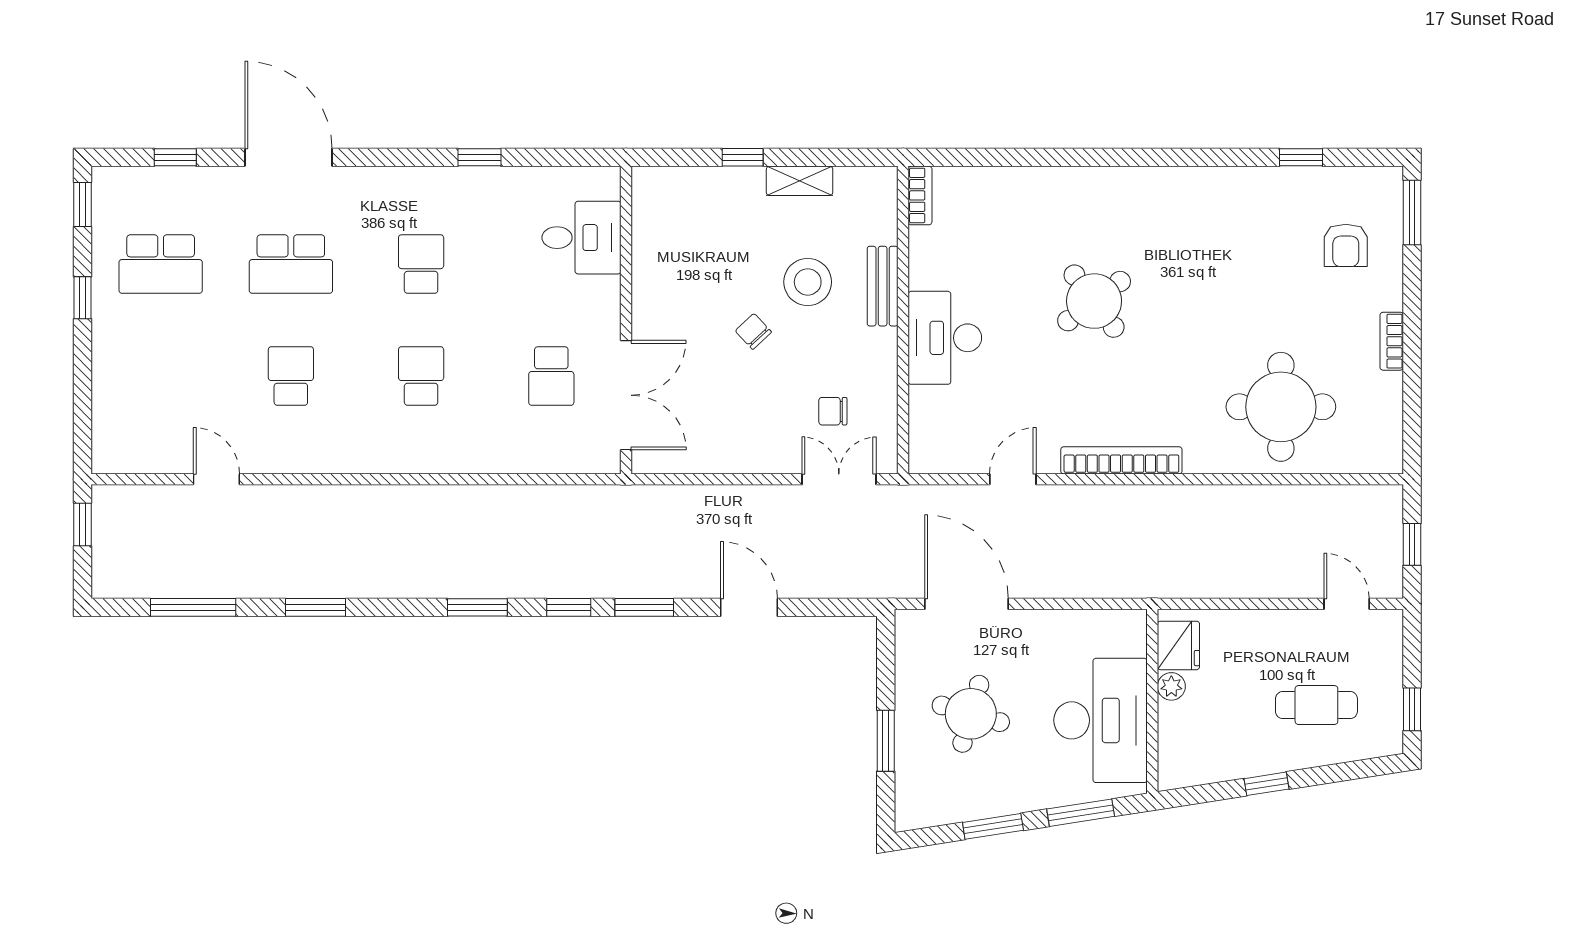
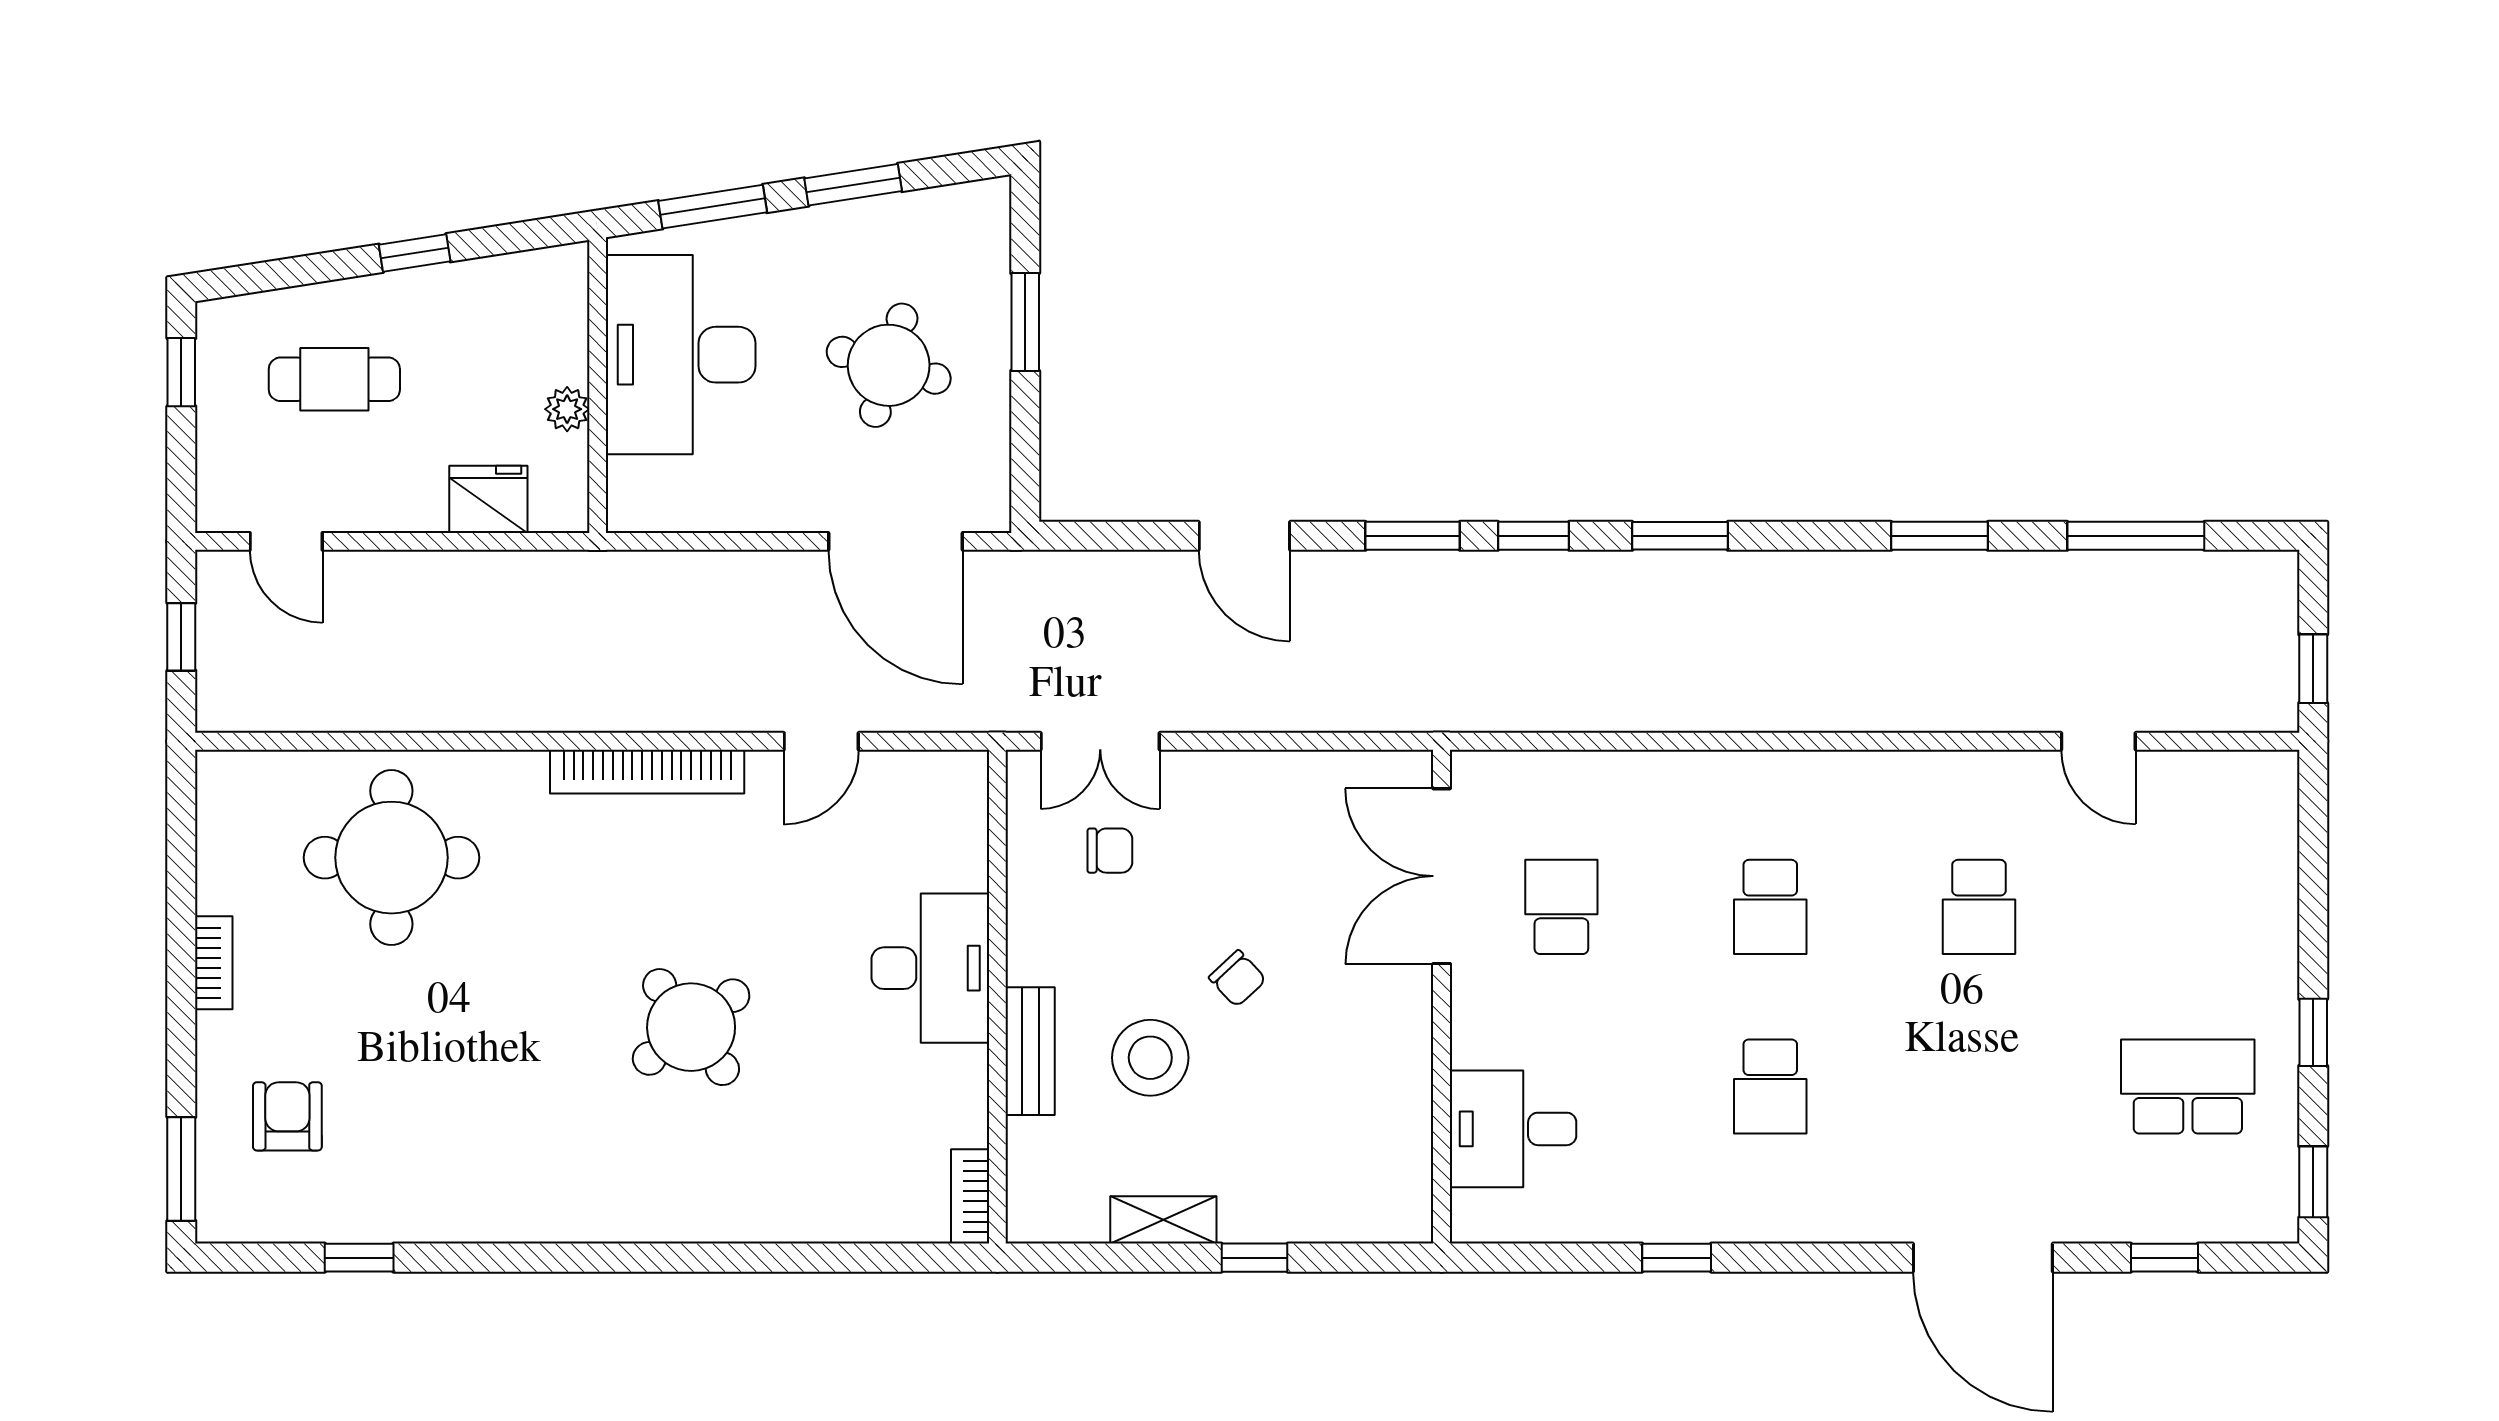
school desk: (291, 264) -> (1979, 1086), removed
fridge: (1178, 645) -> (488, 499), moved, turned 90

